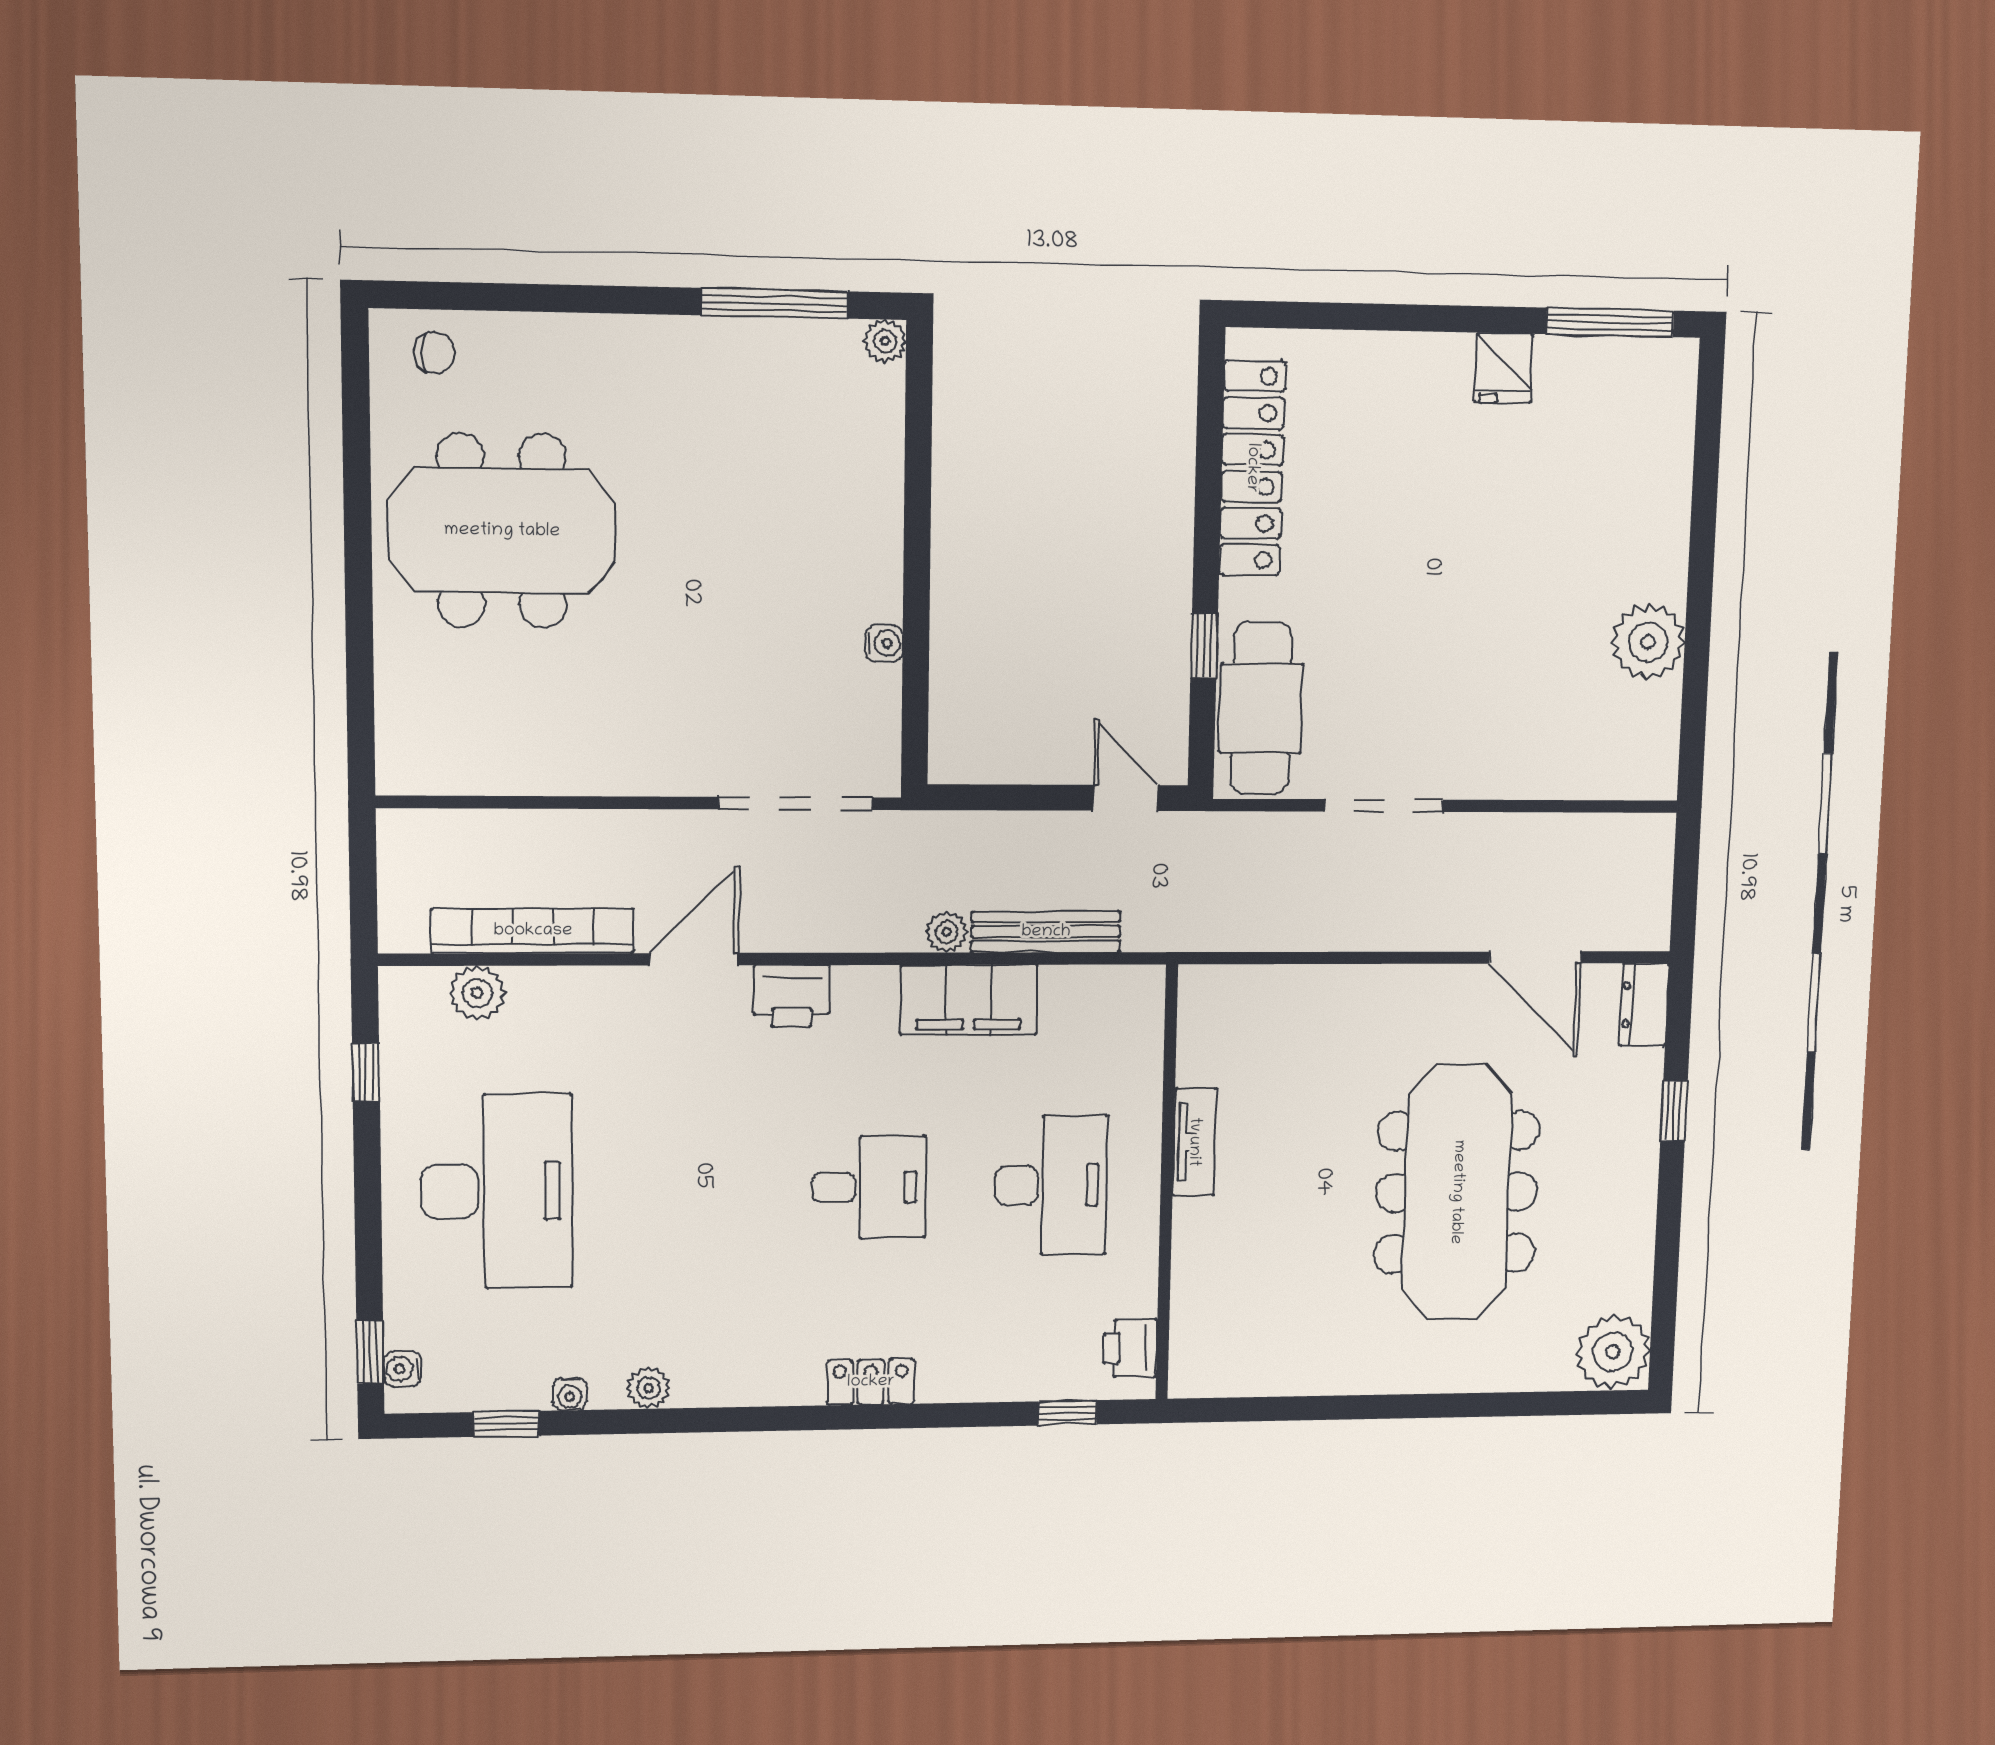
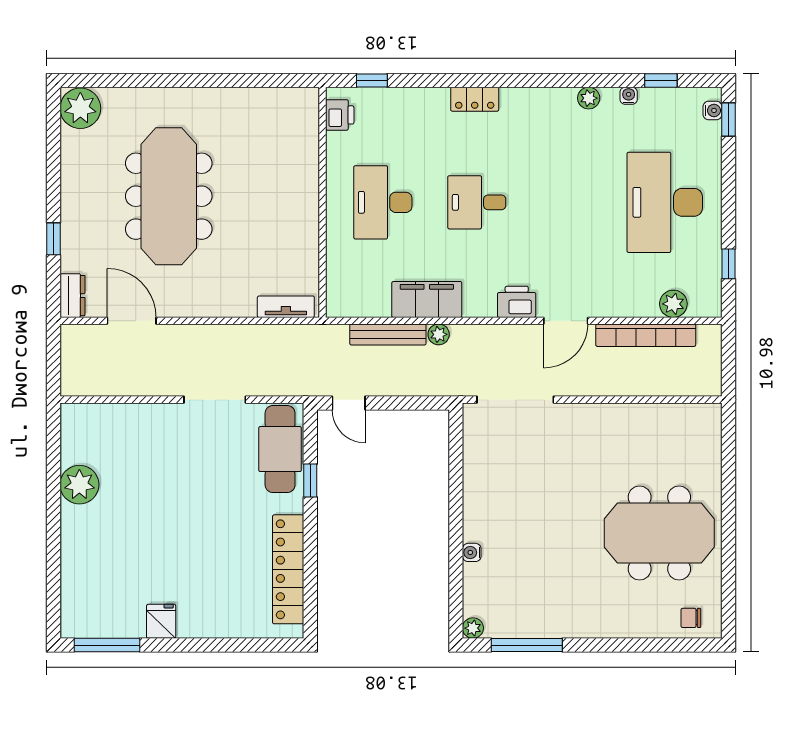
water cooler: (884, 643) -> (472, 552), moved
tv unit: (1194, 1142) -> (286, 307), moved, turned 90

